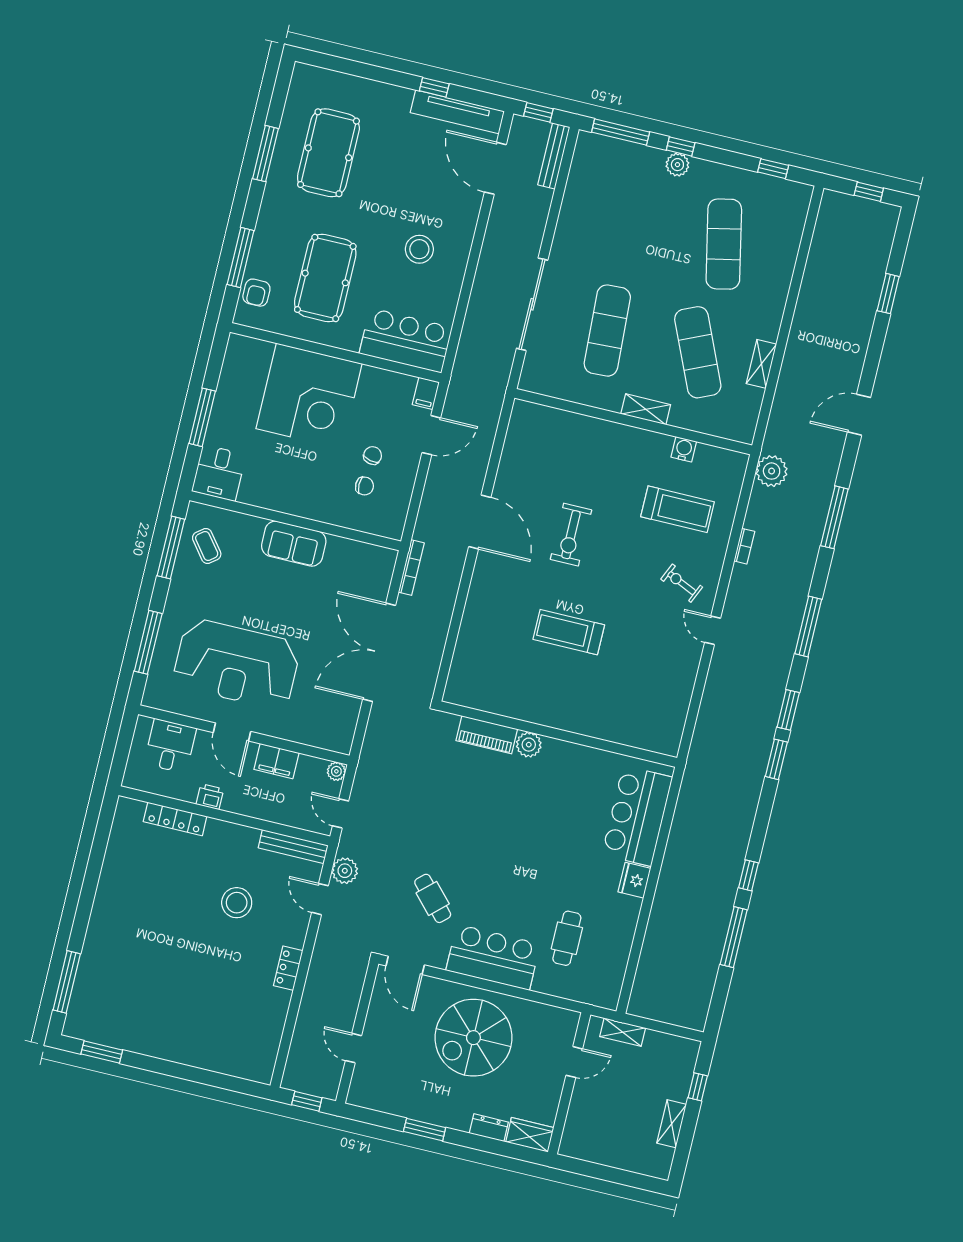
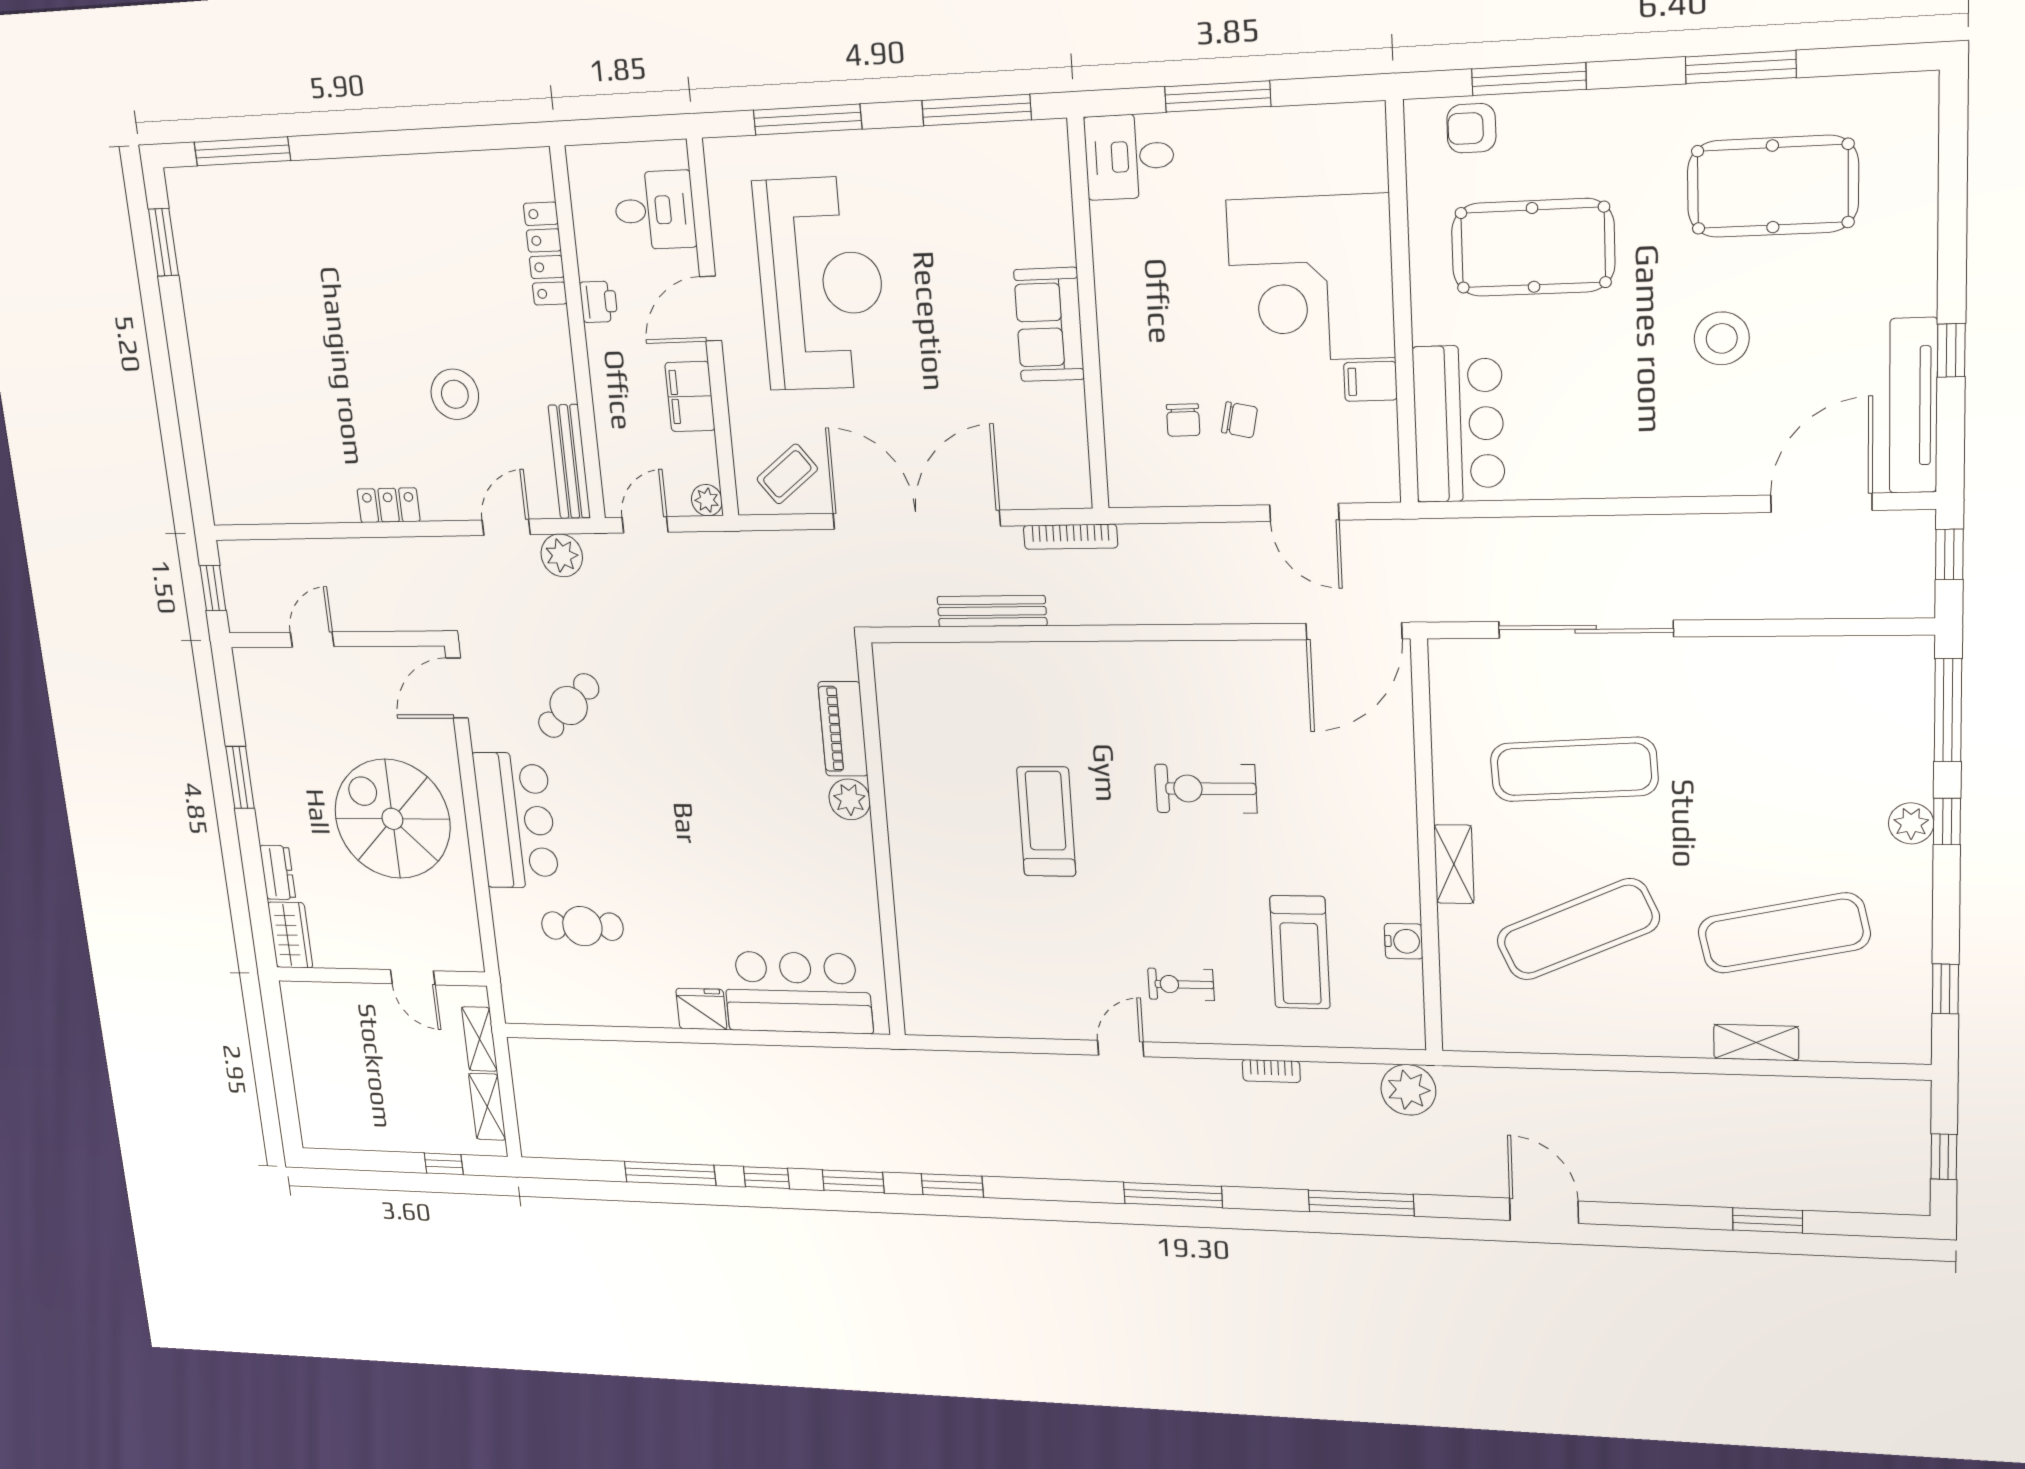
bench: (554, 156) -> (992, 611), moved
stool: (419, 249) -> (1722, 338), moved
shelving: (761, 364) -> (1756, 1043), moved
filing cabinet: (426, 393) -> (1370, 381), moved
door: (480, 522) -> (1354, 631), moved
coffee table: (207, 546) -> (787, 474), moved
exercise bike: (682, 583) -> (1181, 984), turned -114
reception desk: (237, 664) -> (821, 284), turned 180
window: (788, 710) -> (853, 1181), moved
shelving: (672, 1124) -> (487, 1107), moved, turned 90

